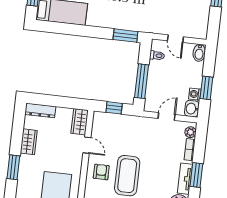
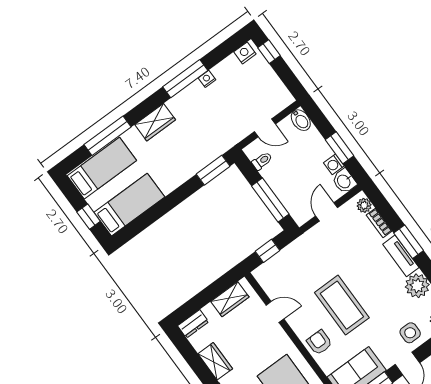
dresser: (40, 110) -> (193, 324), width x0.70
wardrobe: (80, 122) -> (230, 299), moved, turned -90
armchair: (101, 172) -> (319, 342), moved

